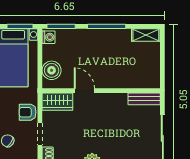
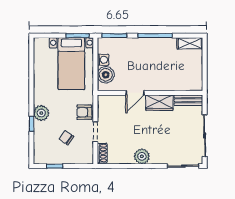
washing machine: (49, 37) -> (103, 60), moved
door: (84, 91) -> (135, 93), swing flipped
wardrobe: (57, 102) -> (159, 103), moved

